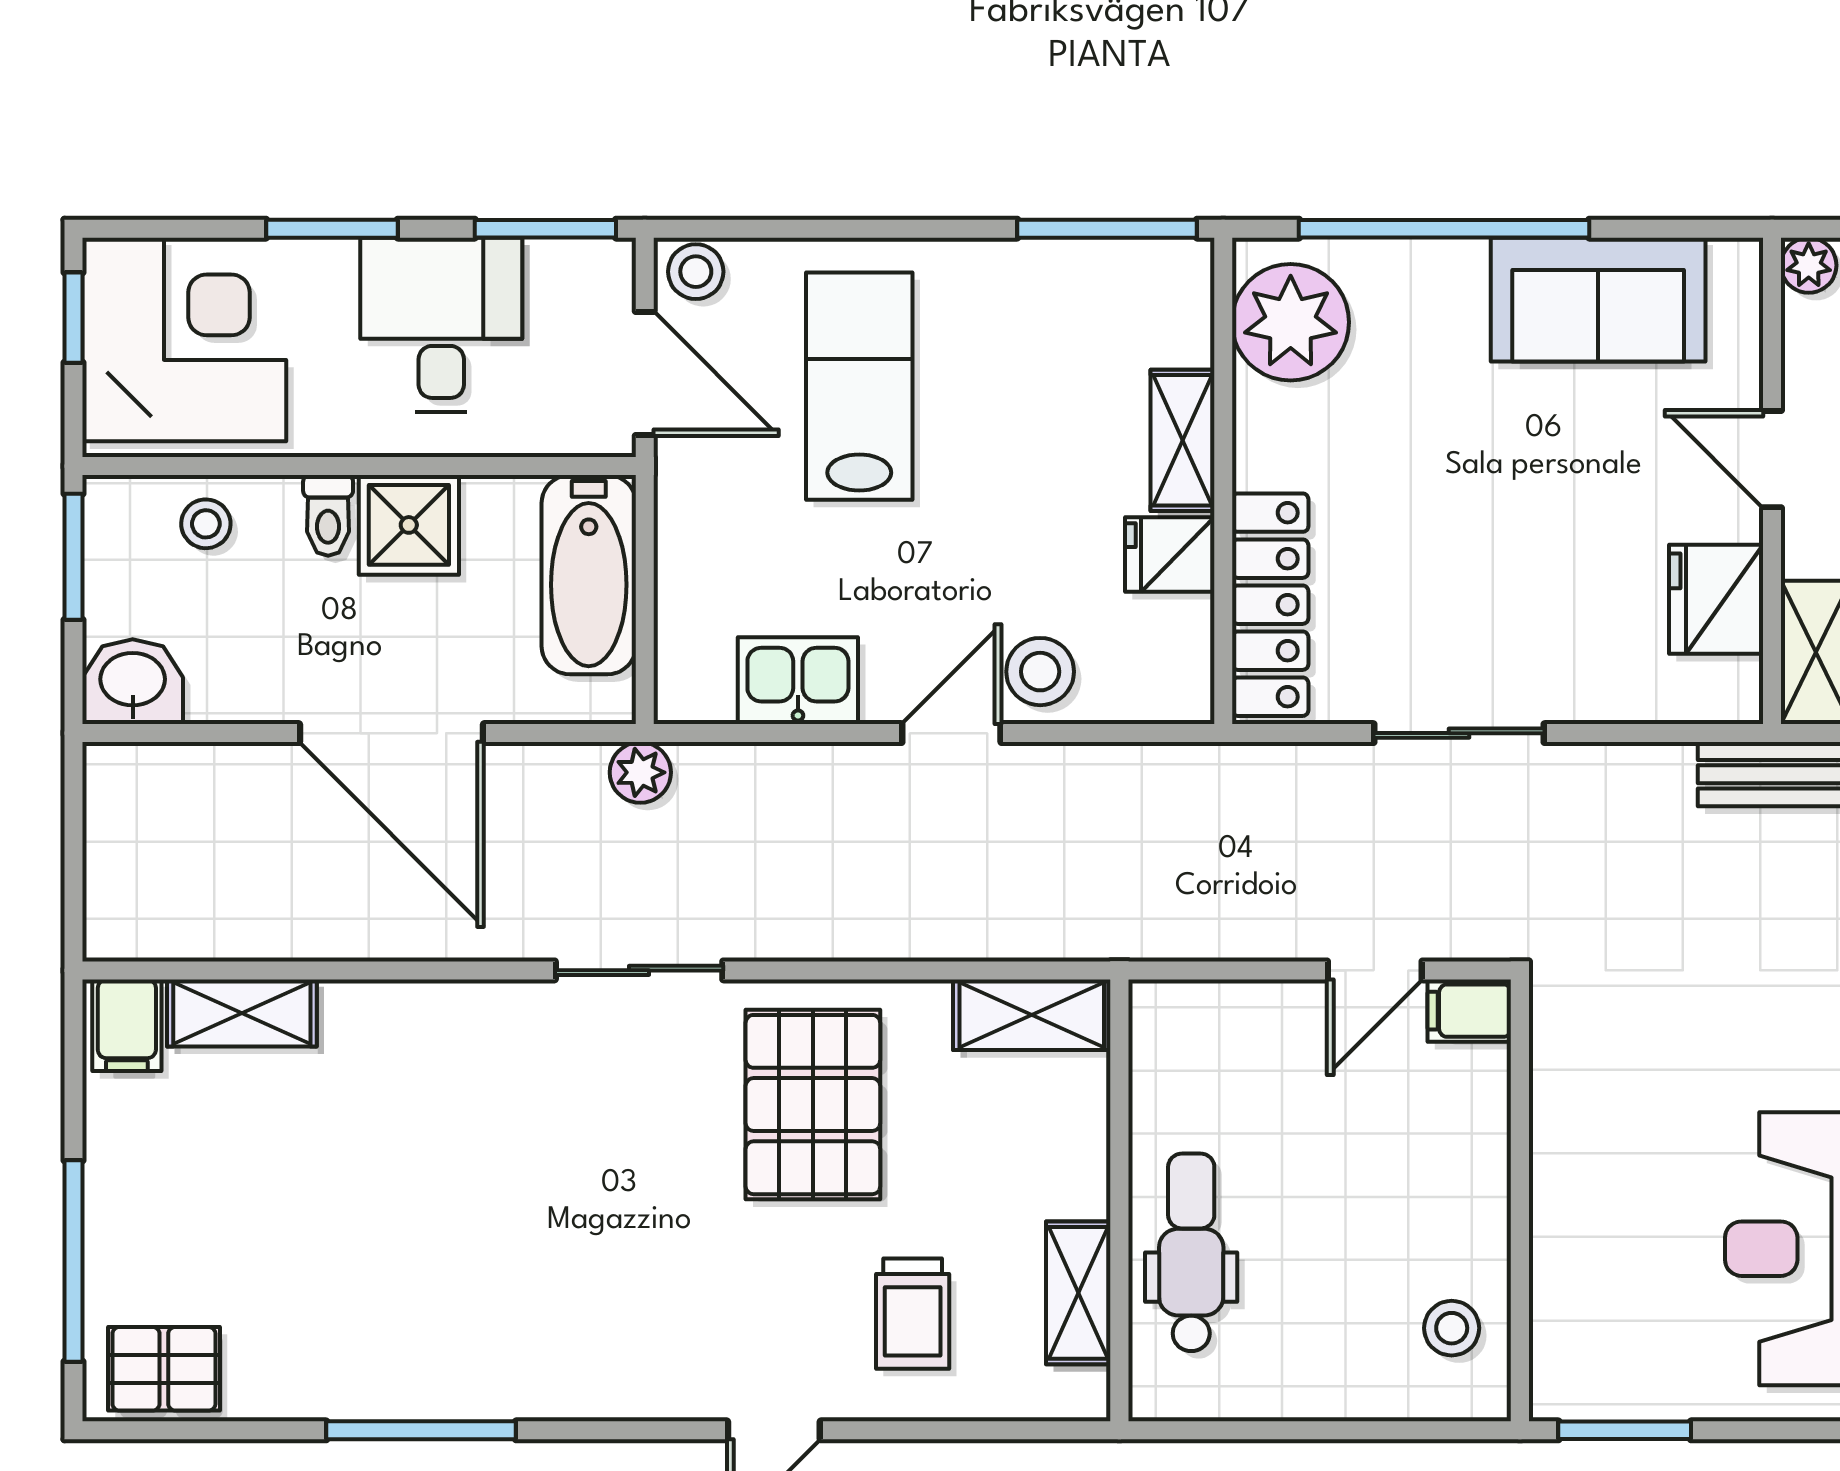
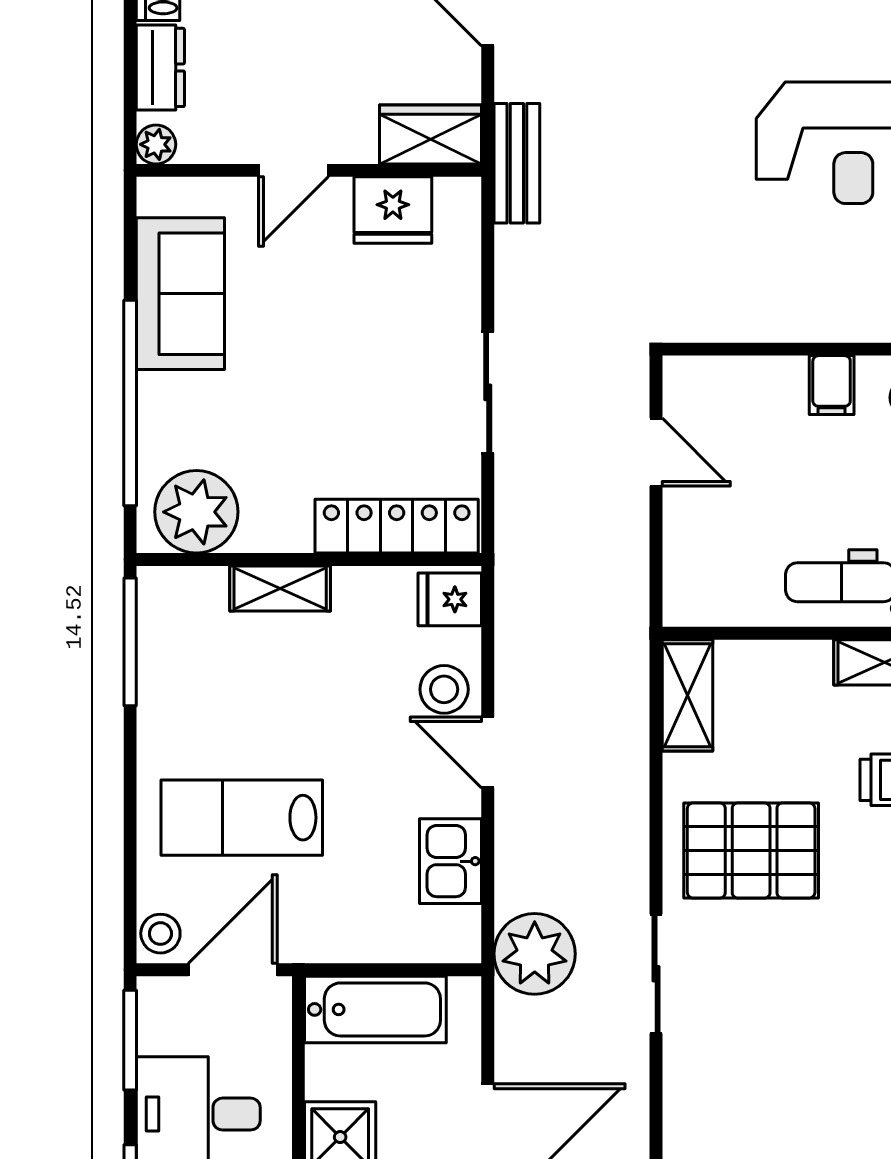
fridge: (1170, 554) -> (450, 599), moved, turned 90
plant: (640, 772) -> (535, 954), width x1.87, depth x1.87
filing cabinet: (1469, 1011) -> (832, 385), moved

